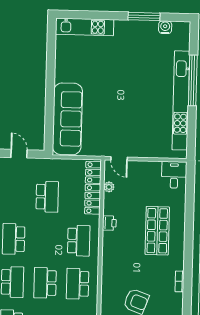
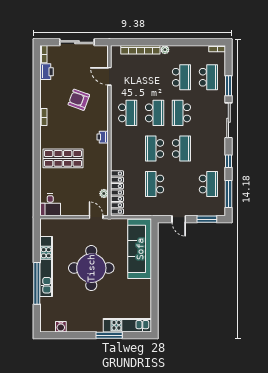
window: (144, 16) -> (109, 335), moved
round table: (126, 97) -> (91, 268), added
kitchen unit: (181, 100) -> (46, 267), width x0.73
printer: (109, 223) -> (103, 137), moved
shop shelf: (157, 231) -> (63, 158), turned 90
school desk: (79, 241) -> (155, 148), moved

